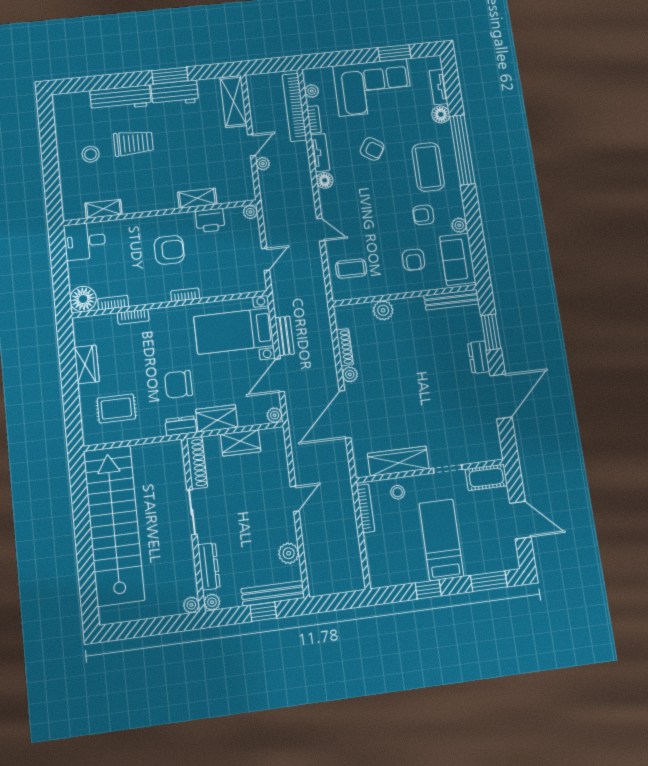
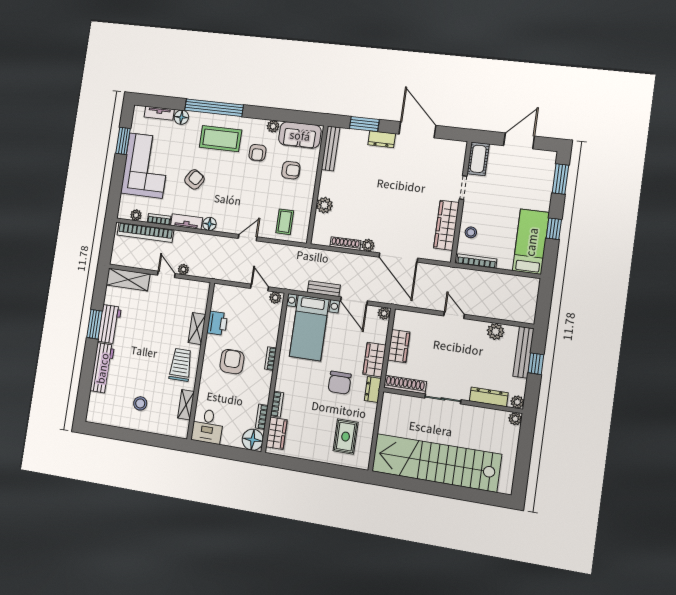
trolley: (133, 143) -> (181, 365), moved
plant: (250, 212) -> (275, 298), moved
wardrobe: (87, 364) -> (276, 433), moved, turned 90
bed: (441, 540) -> (531, 242), moved, turned 90

